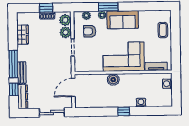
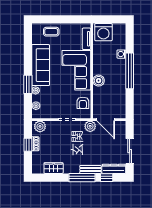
sofa: (123, 20) -> (41, 65), width x1.36
armchair: (90, 31) -> (83, 103), moved
plant: (65, 32) -> (90, 126), moved
washing machine: (167, 84) -> (103, 32), width x1.89, depth x1.89
window: (124, 111) -> (130, 71), width x3.17
sliding door: (52, 113) -> (130, 151), moved

